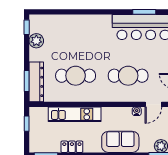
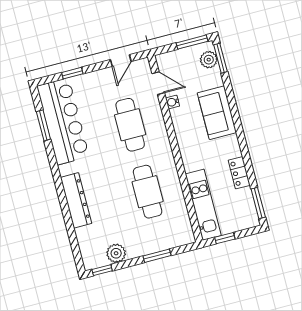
window: (27, 81) -> (157, 256), moved
dresser: (36, 82) -> (76, 200), moved, turned 90
kitchen unit: (75, 114) -> (203, 205), moved

